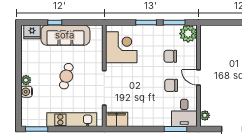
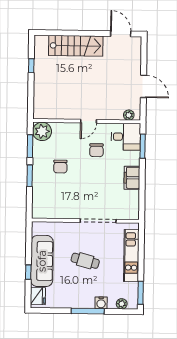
corner desk: (121, 47) -> (56, 202), removed
chair: (170, 56) -> (60, 167), moved
window: (19, 79) -> (88, 311), added
plant: (26, 80) -> (122, 304), moved
filing cabinet: (117, 119) -> (132, 178), moved

